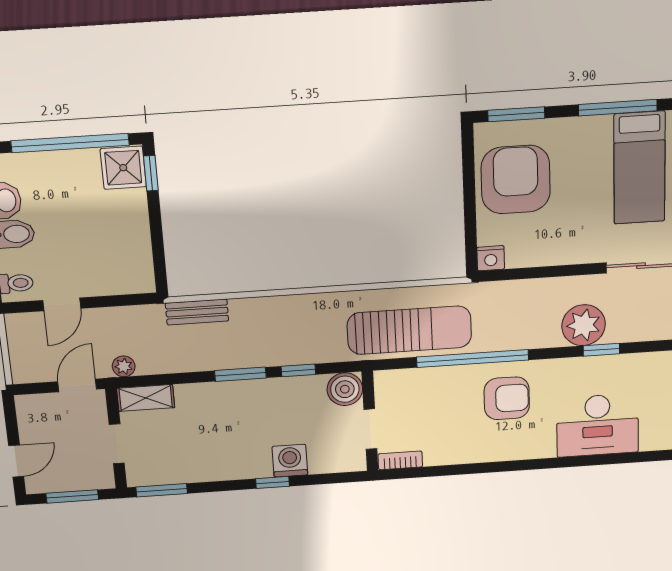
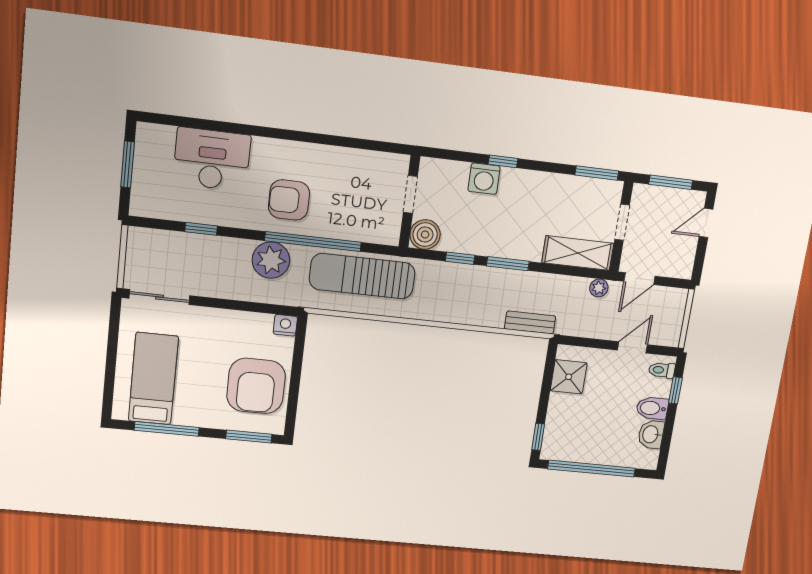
shower: (123, 168) -> (569, 377), moved
plant: (584, 325) -> (271, 260), moved
shelving: (146, 398) -> (578, 253), width x1.50, depth x1.33
bookcase: (400, 460) -> (390, 160), removed

